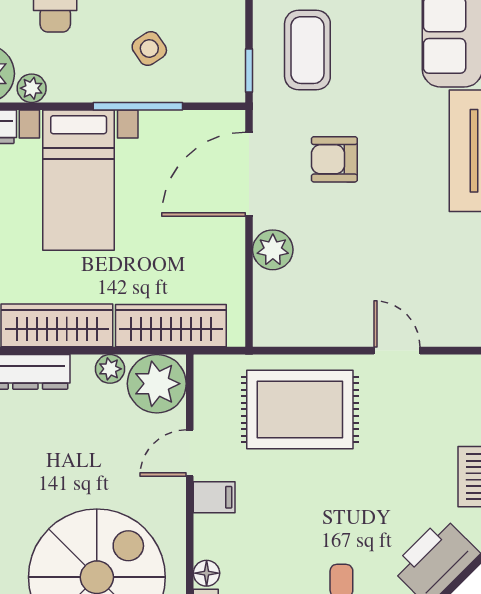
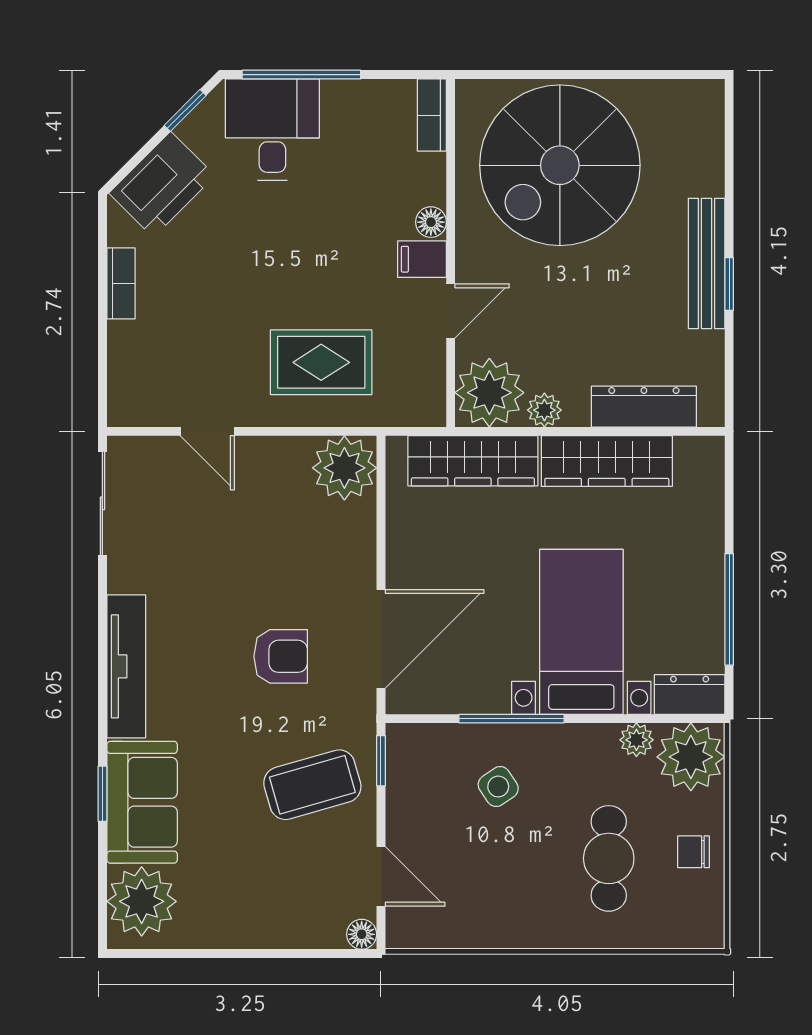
coffee table: (307, 50) -> (312, 785), turned 74
plant: (273, 250) -> (344, 468), moved, width x1.36, depth x1.36
rug: (300, 409) -> (321, 362), width x0.73, depth x0.70
floor lamp: (207, 573) -> (431, 222), moved

